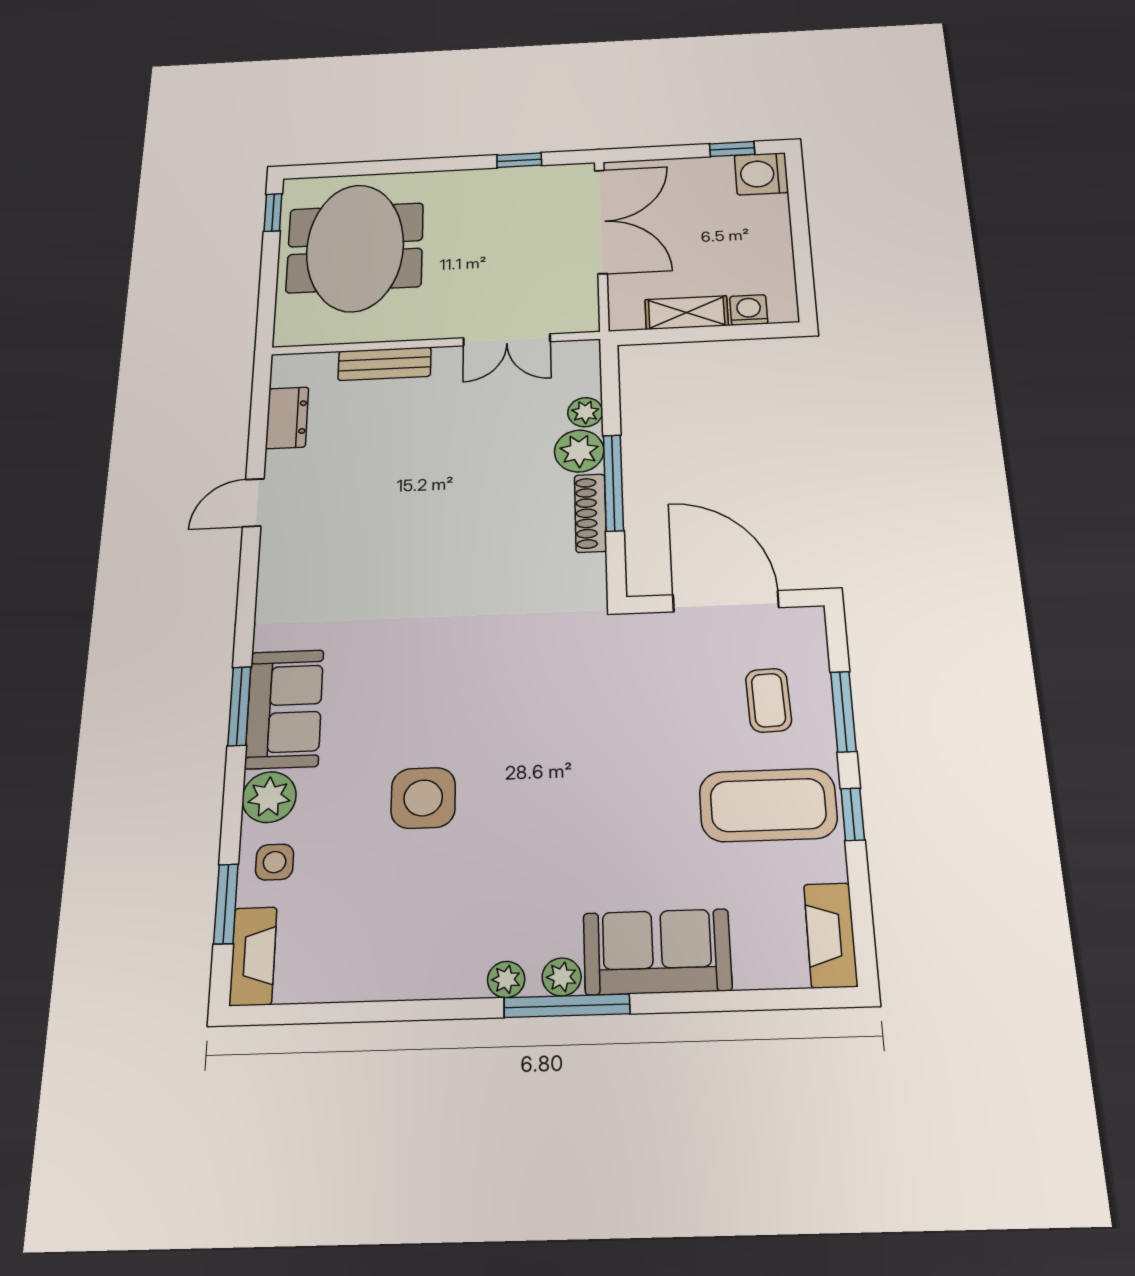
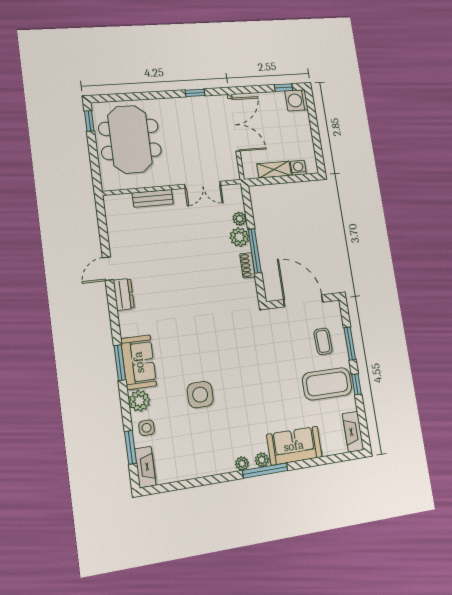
dresser: (287, 418) -> (124, 294), moved
shoe rack: (590, 513) -> (247, 265), width x0.70

